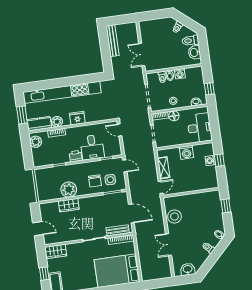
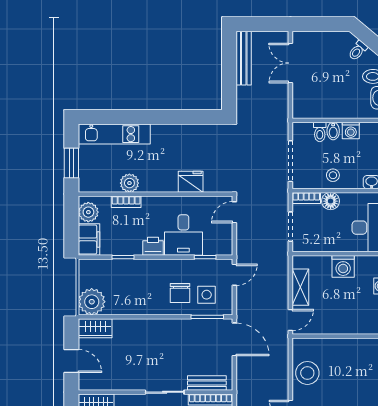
double door: (142, 55) -> (290, 63), moved
kitchen unit: (62, 92) -> (114, 134), width x0.54
fridge: (77, 118) -> (191, 182), moved
kitchen counter: (39, 124) -> (99, 182), removed
door: (120, 130) -> (234, 212), hinge flipped
filing cabinet: (38, 157) -> (89, 239), added
door: (125, 166) -> (234, 275), hinge flipped
plant: (69, 190) -> (92, 302), moved
wardrobe: (69, 205) -> (95, 328), moved
door: (131, 213) -> (234, 339), moved

